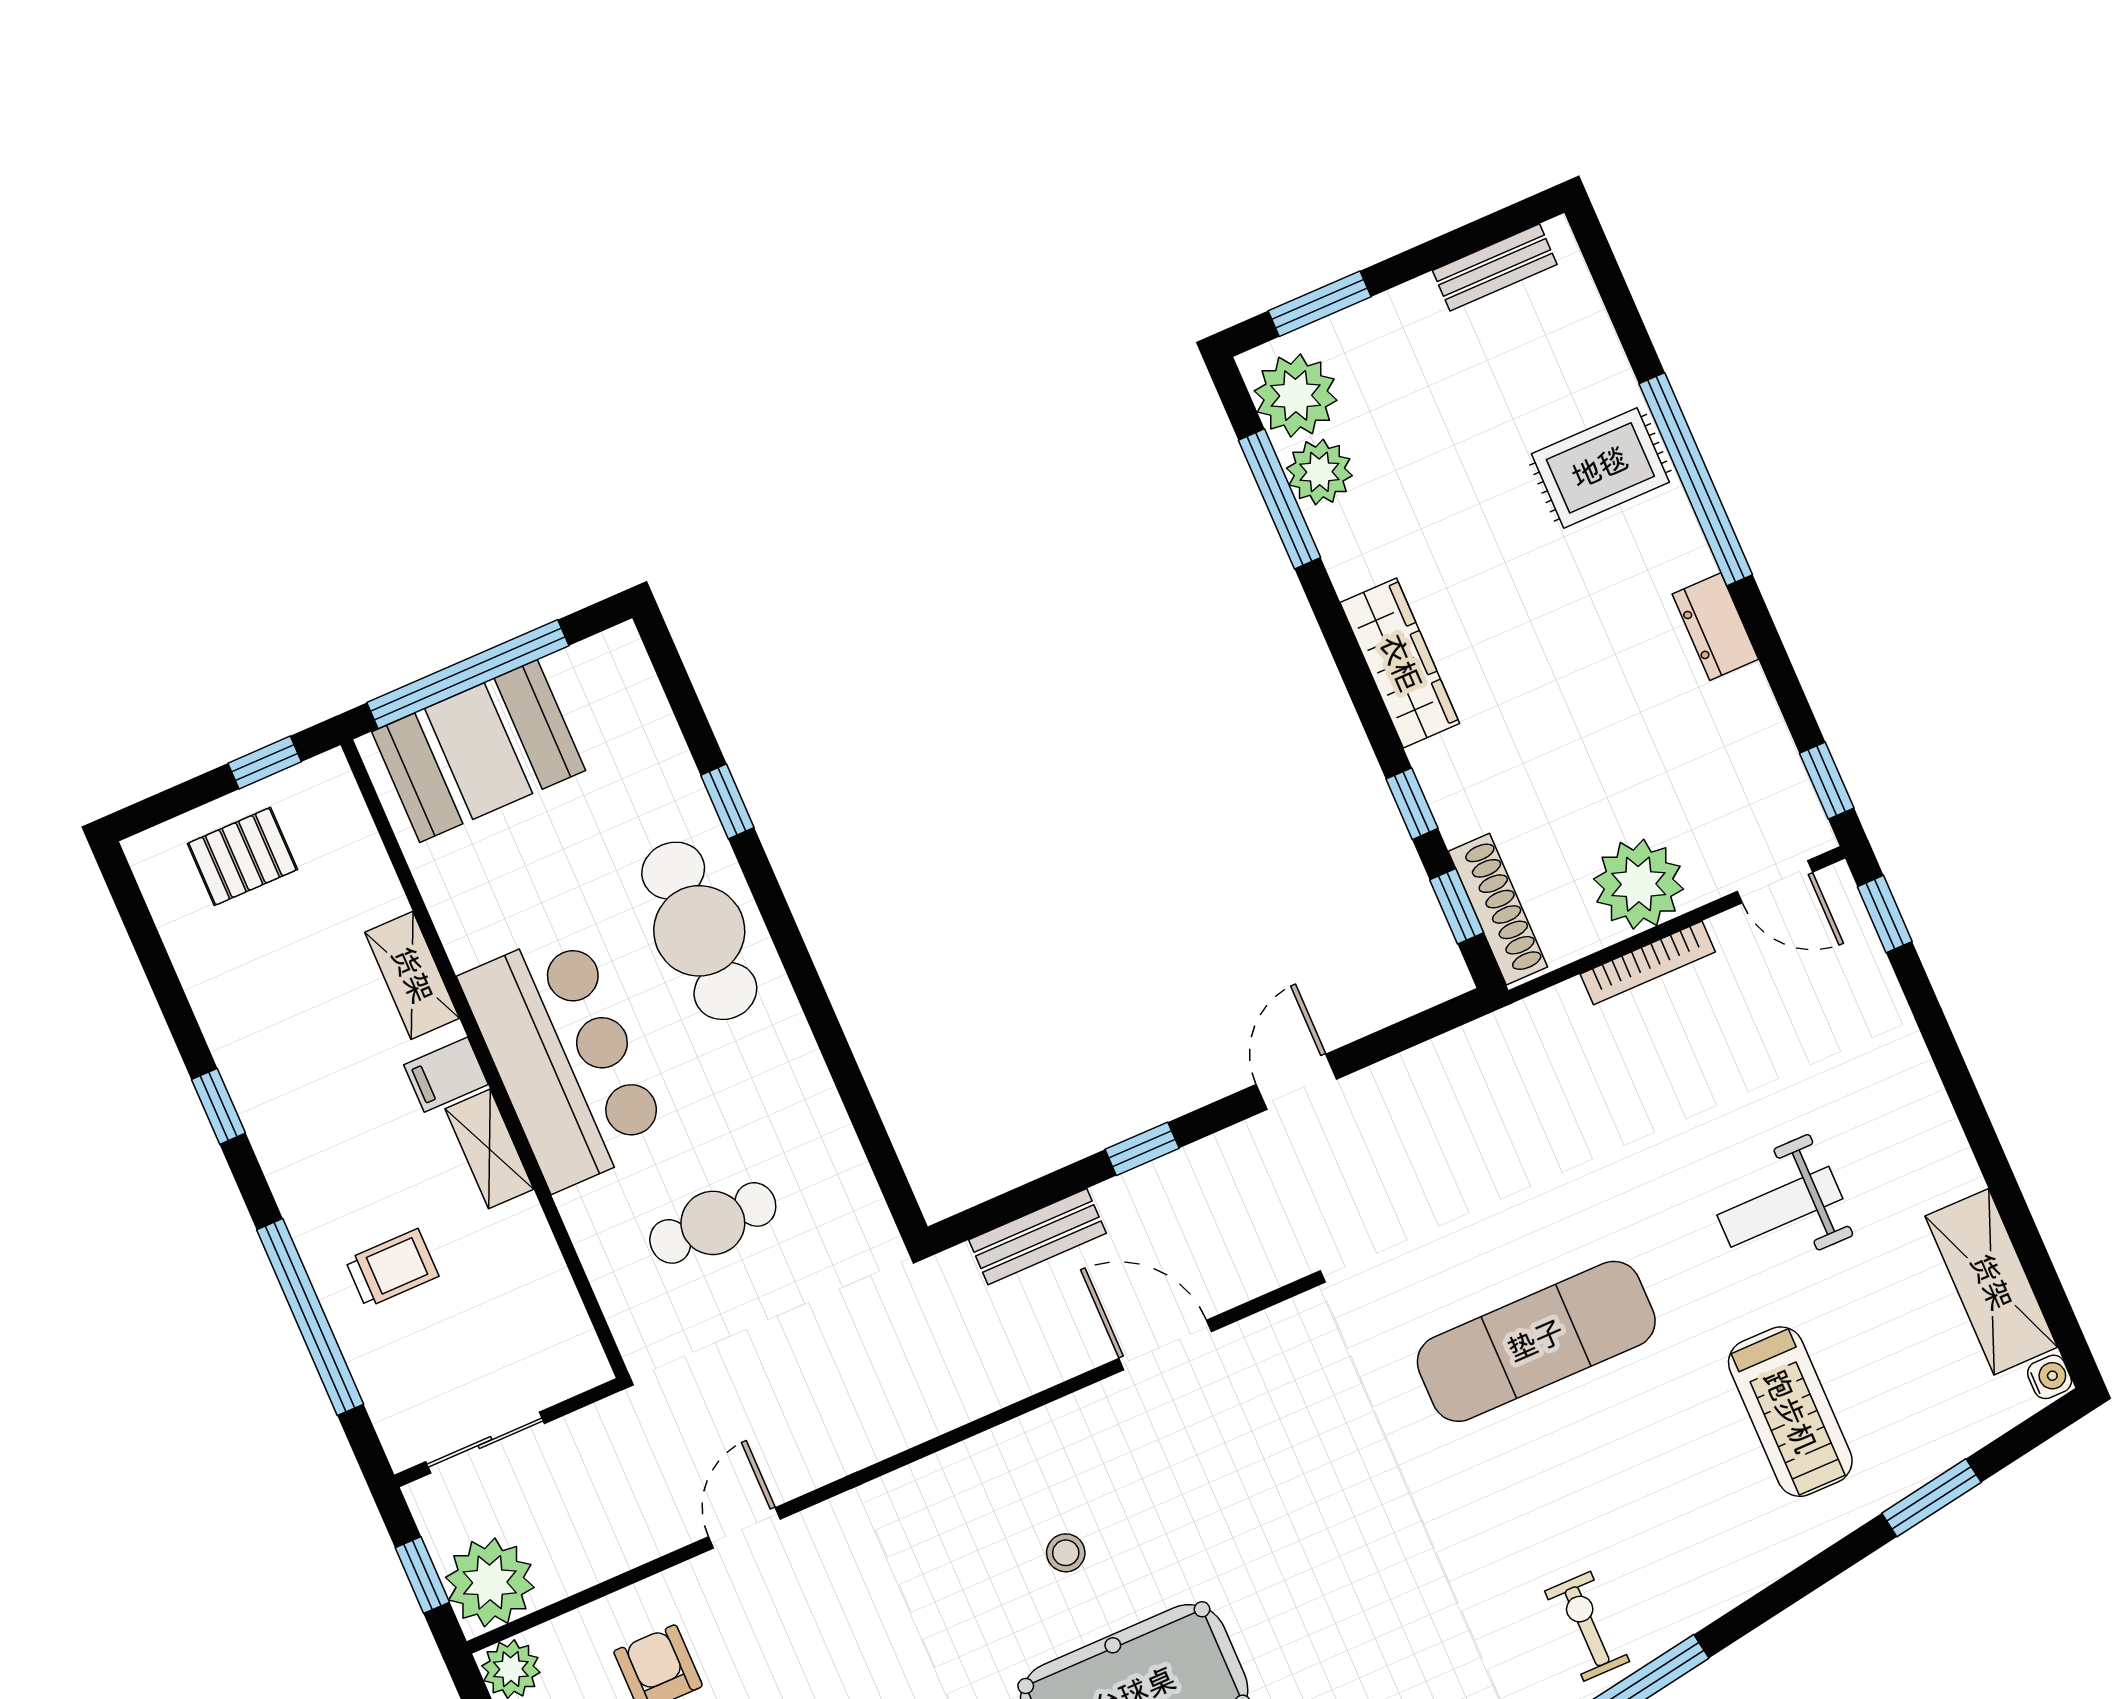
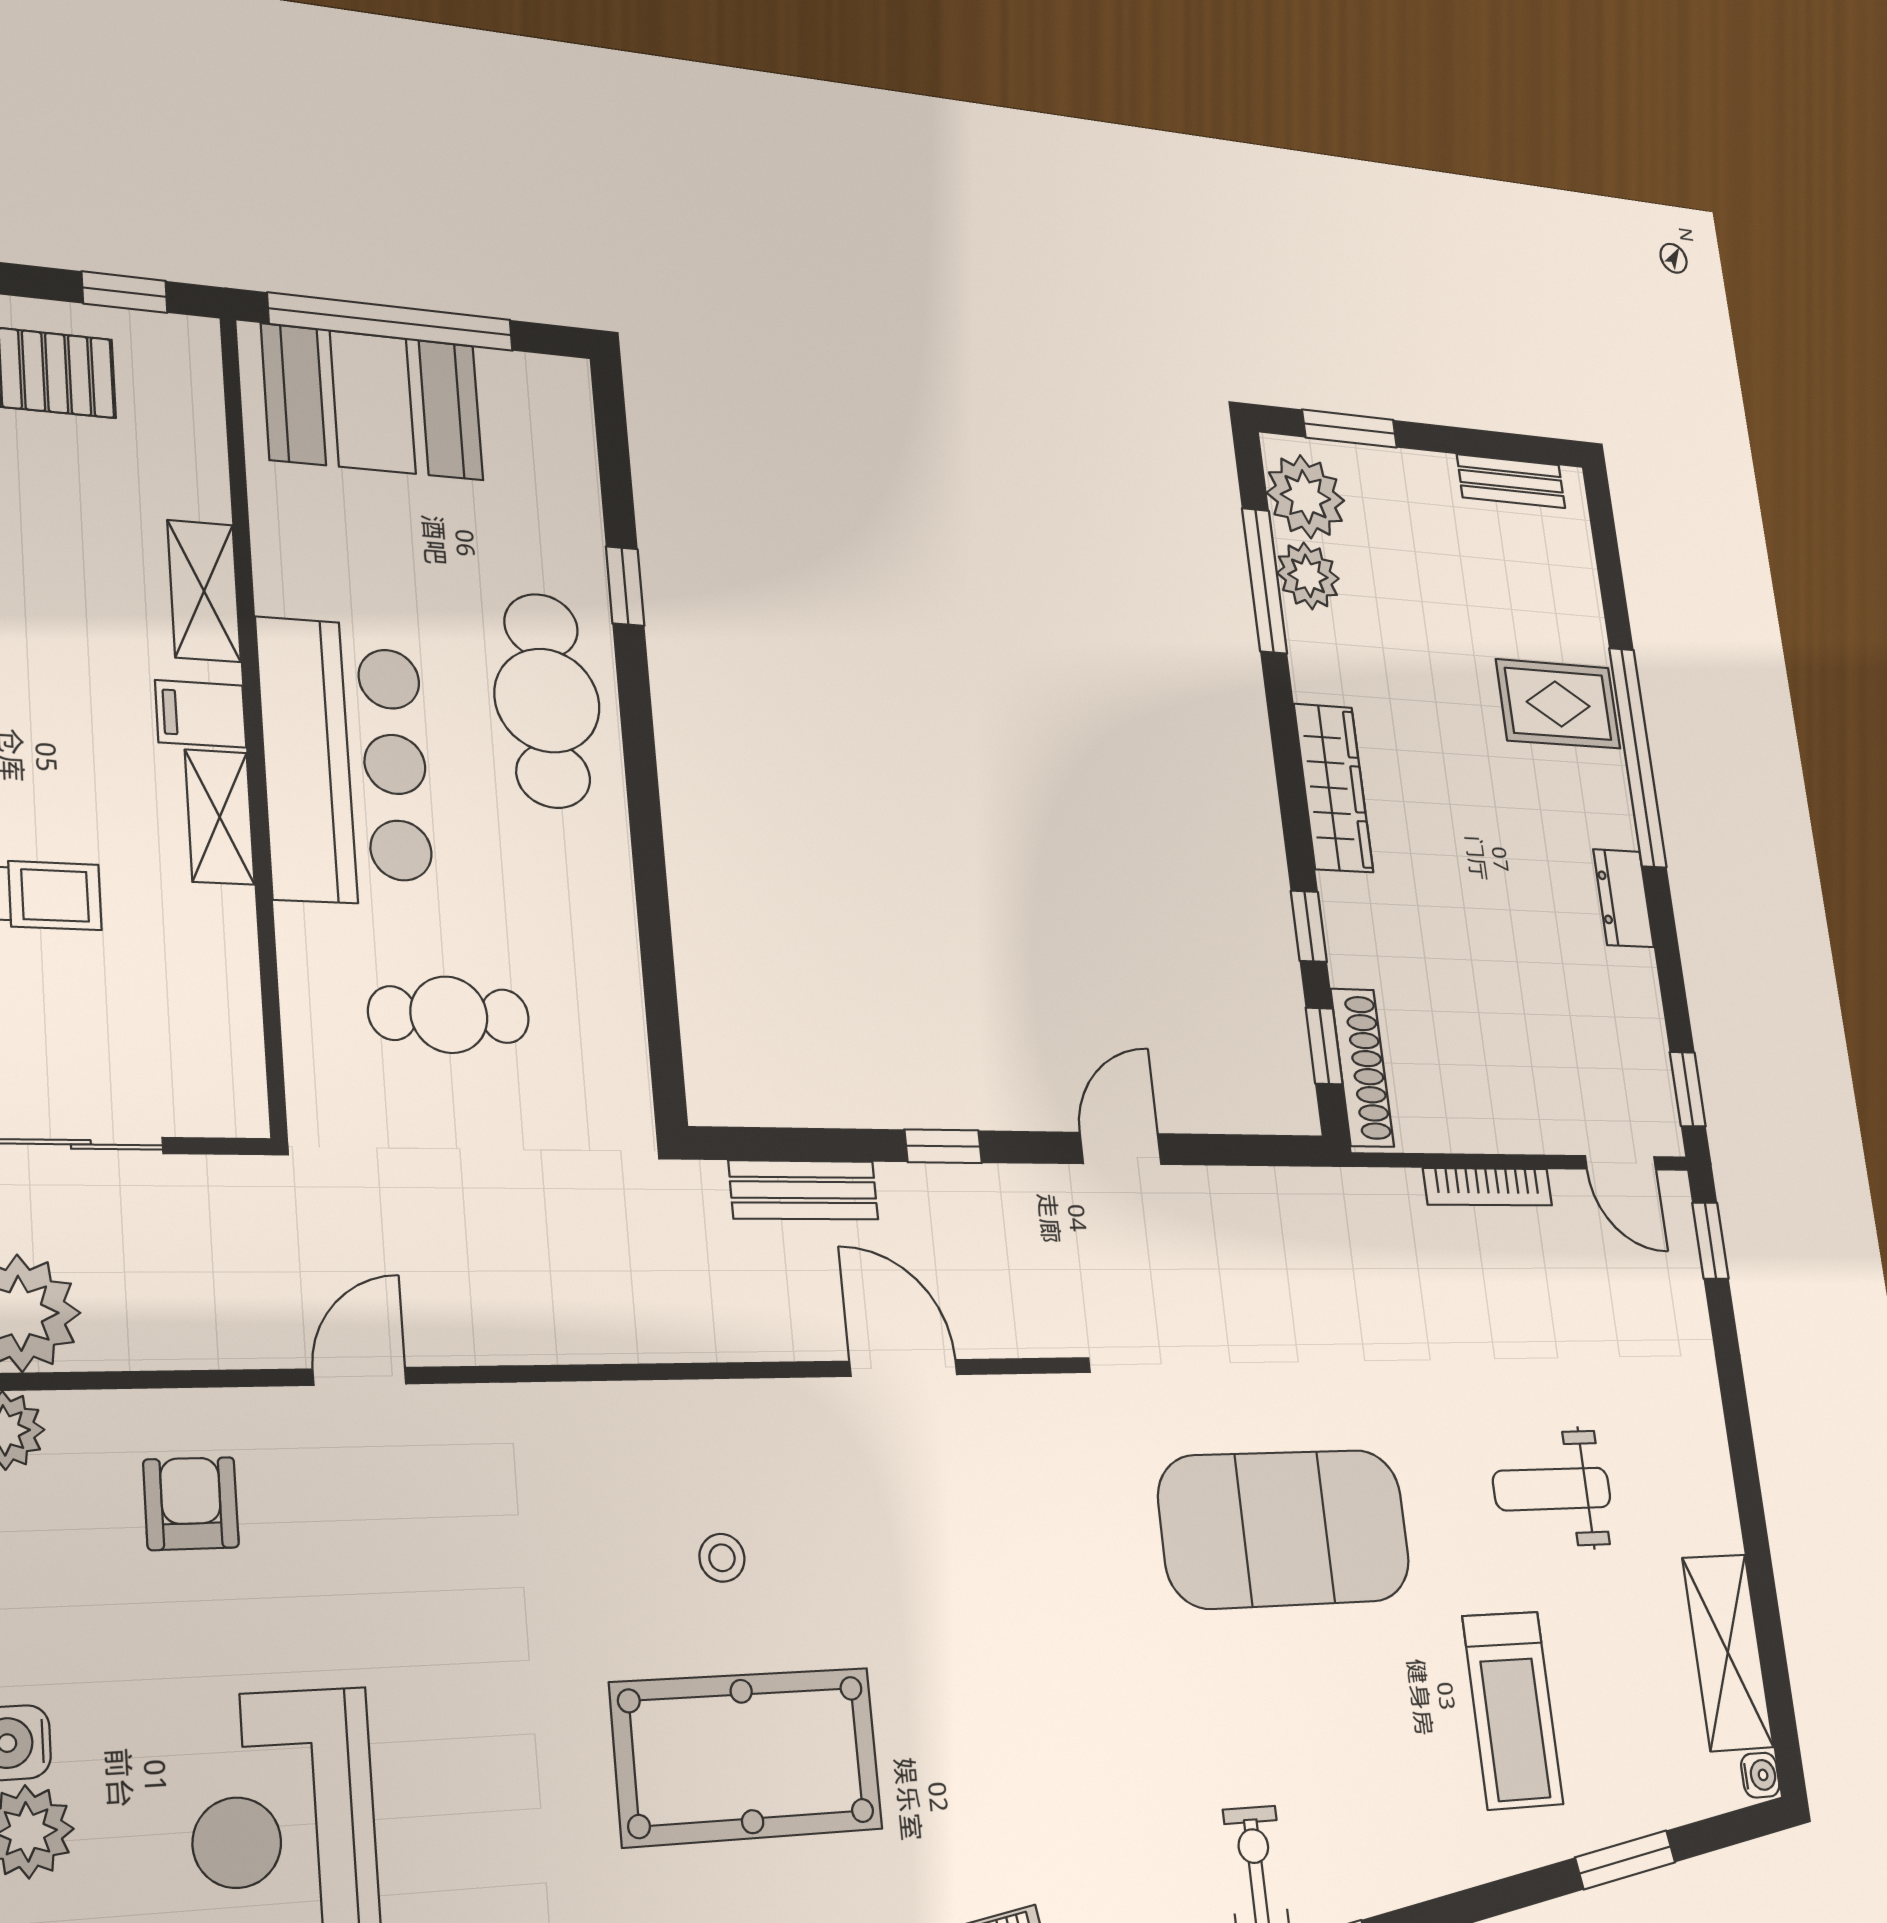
plant: (1639, 884) -> (1498, 1106), removed
exercise mat: (1536, 1341) -> (1285, 1529), width x1.47

